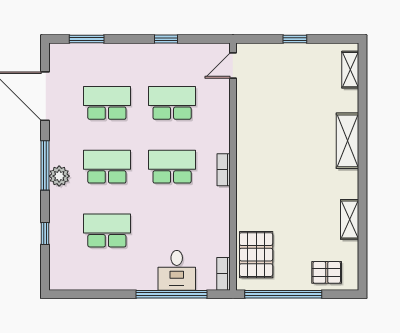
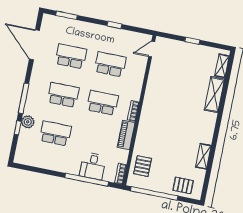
shelving: (347, 141) -> (214, 95), moved
window: (45, 165) -> (24, 98), moved
plant: (59, 176) -> (28, 122), moved
piano: (220, 210) -> (126, 135), added
pallet: (256, 255) -> (143, 166), width x0.67, depth x0.71

